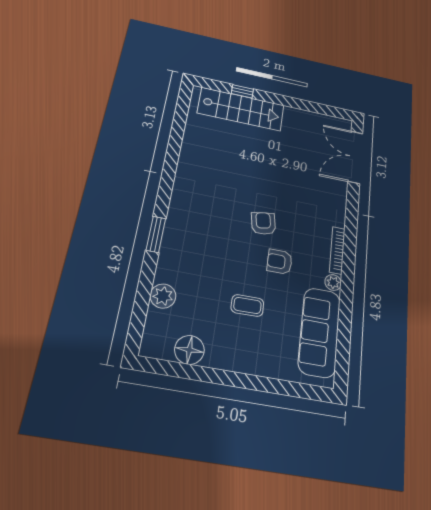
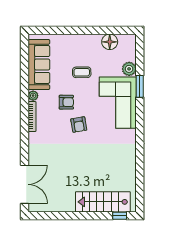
window: (242, 91) -> (120, 216), moved
window: (156, 234) -> (140, 86), moved
corner sofa: (193, 244) -> (118, 103), added

